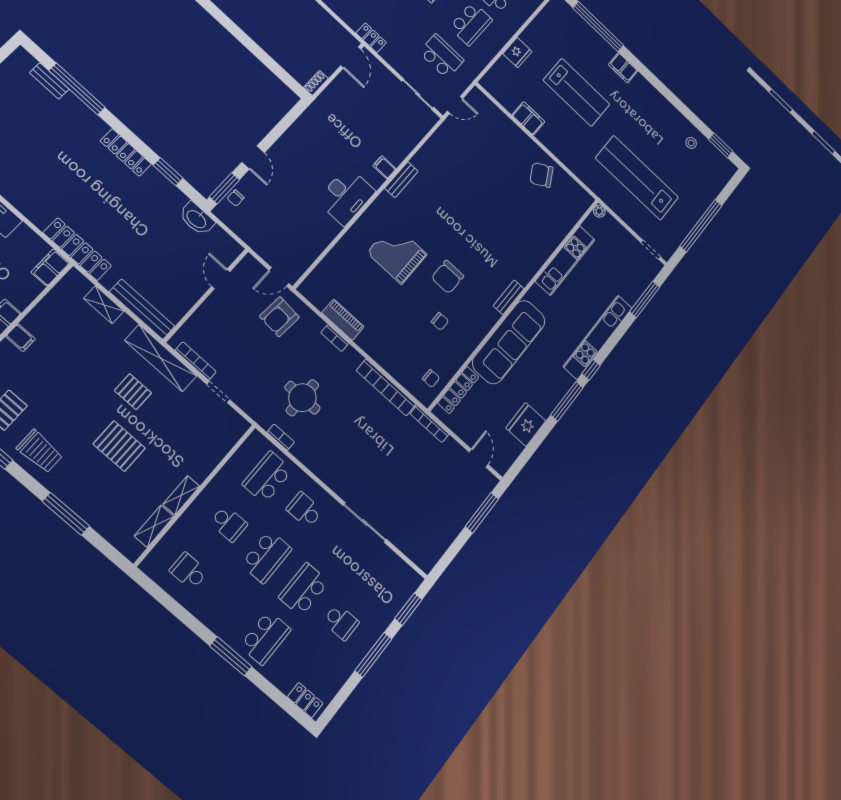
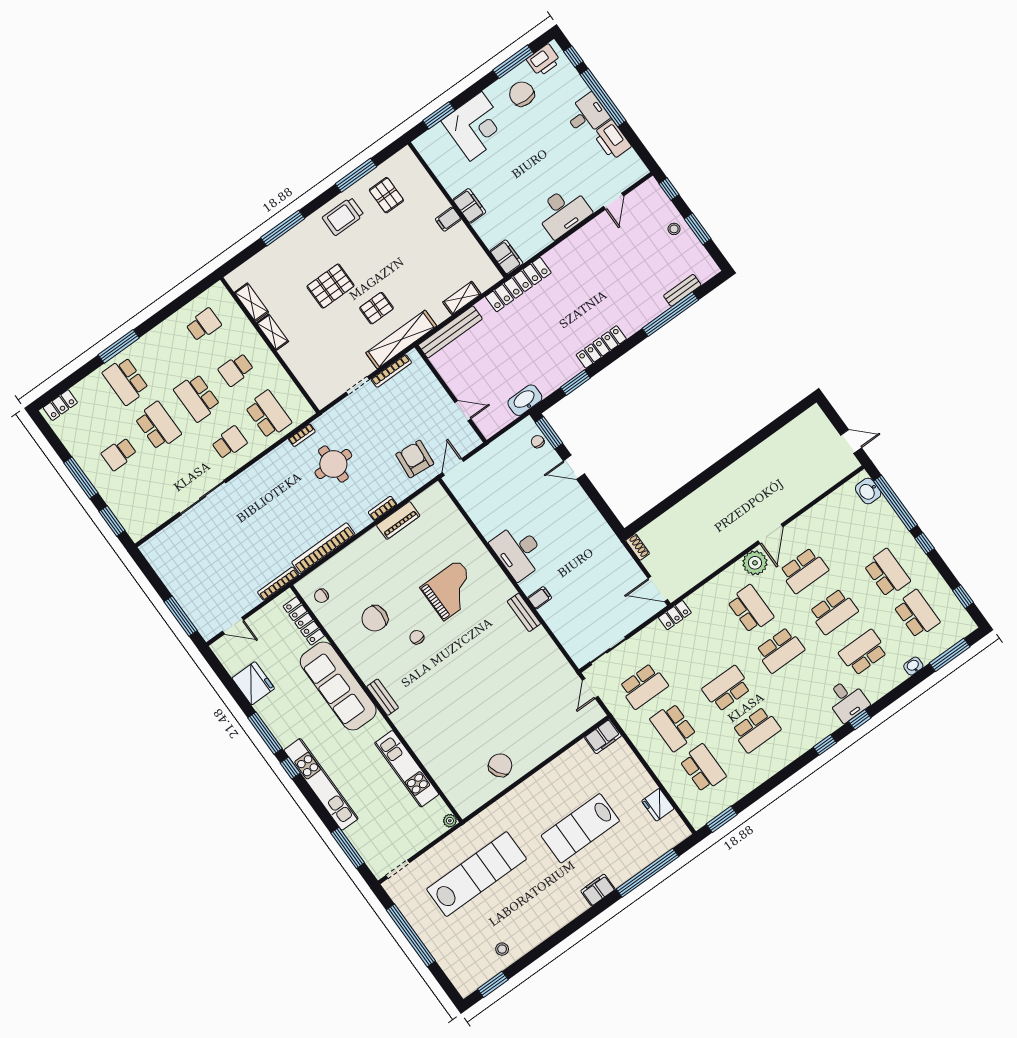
fridge: (517, 53) -> (658, 805), moved
filing cabinet: (528, 118) -> (603, 737), moved
chair: (448, 277) -> (417, 637), width x0.54, depth x0.54
chair: (440, 321) -> (375, 618), width x1.87, depth x1.87

